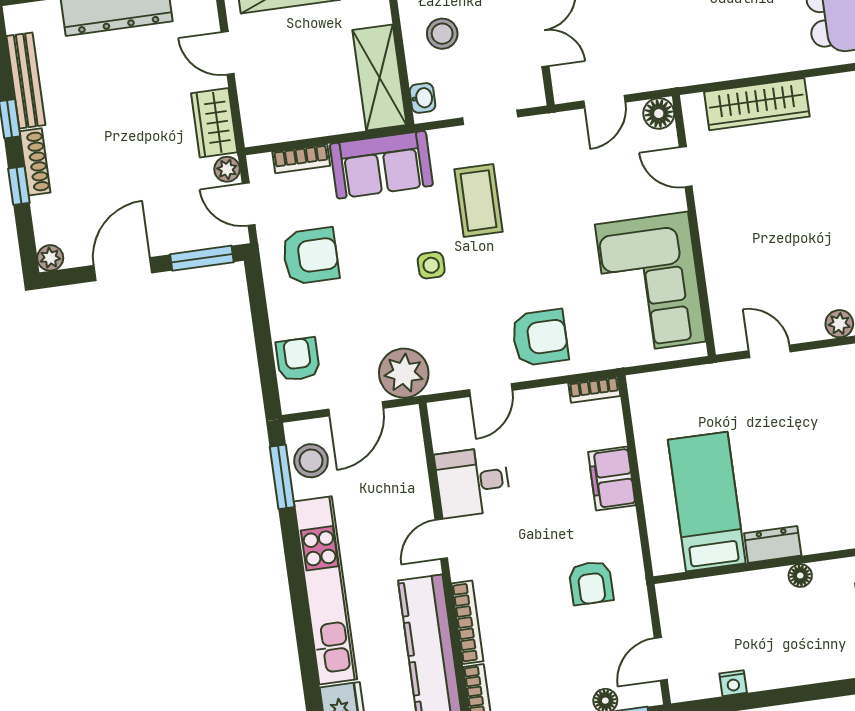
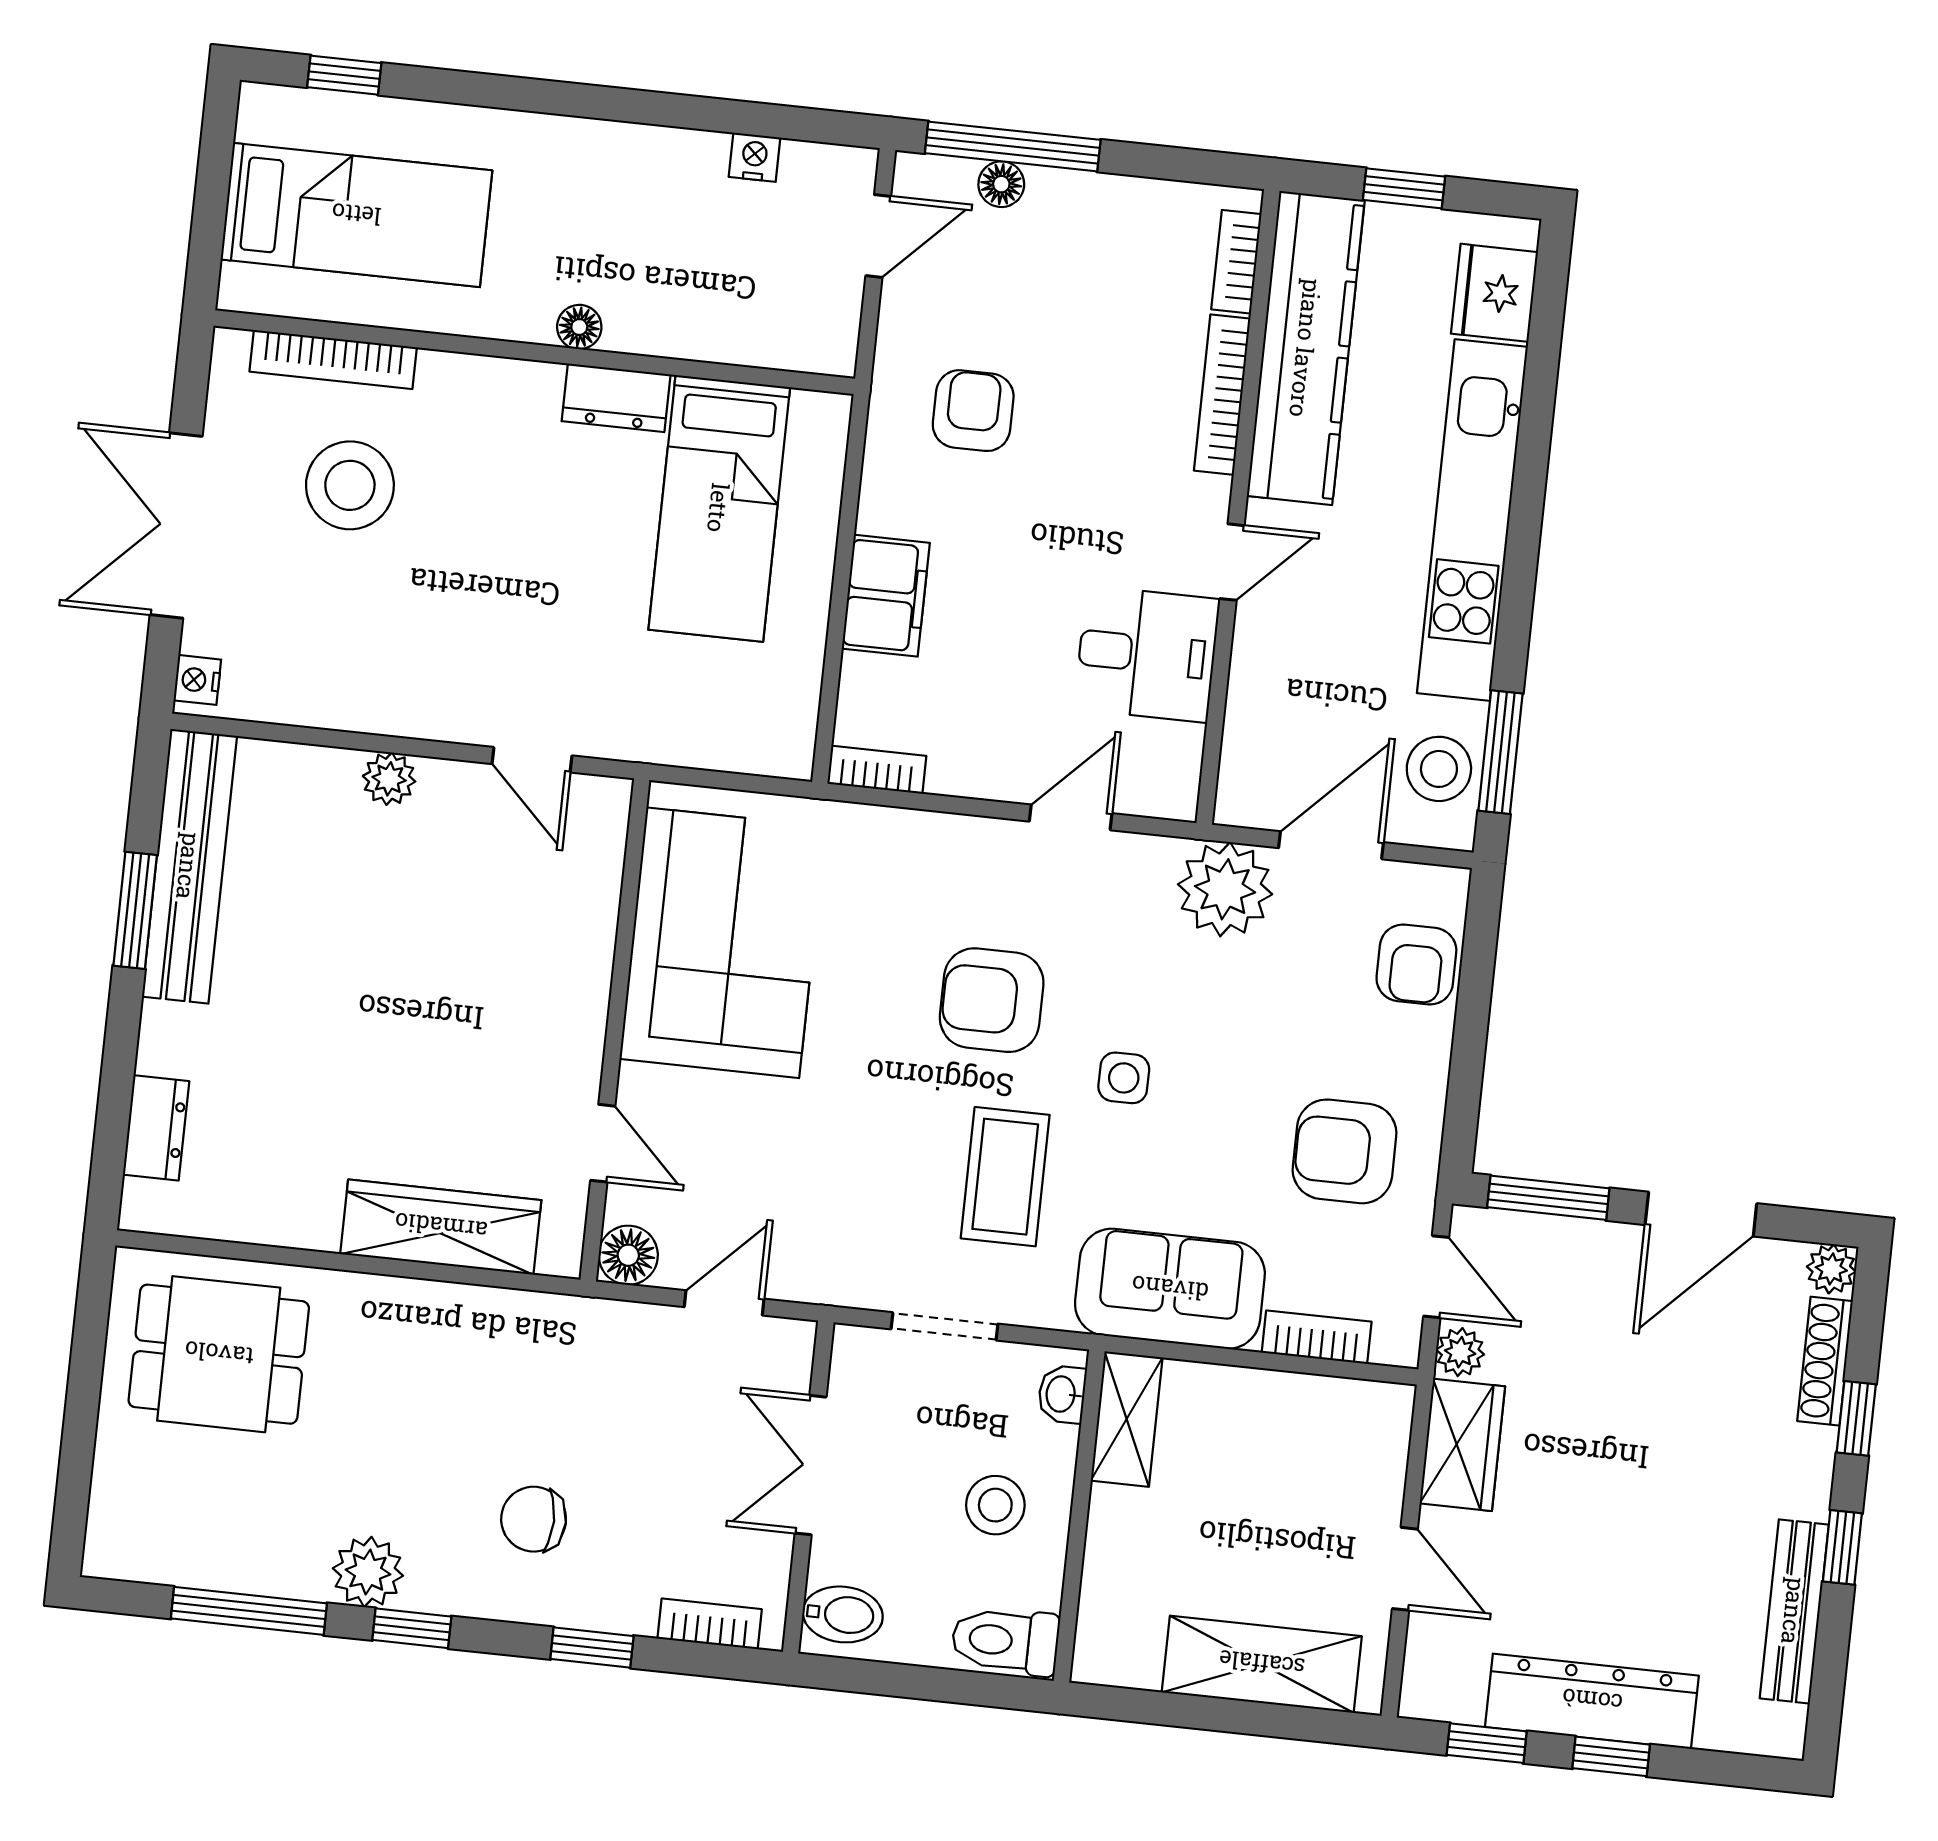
shelving: (379, 77) -> (1127, 1419), width x0.67, depth x0.75
shoe rack: (35, 162) -> (1825, 1361), moved
armchair: (540, 338) -> (992, 1000), moved

